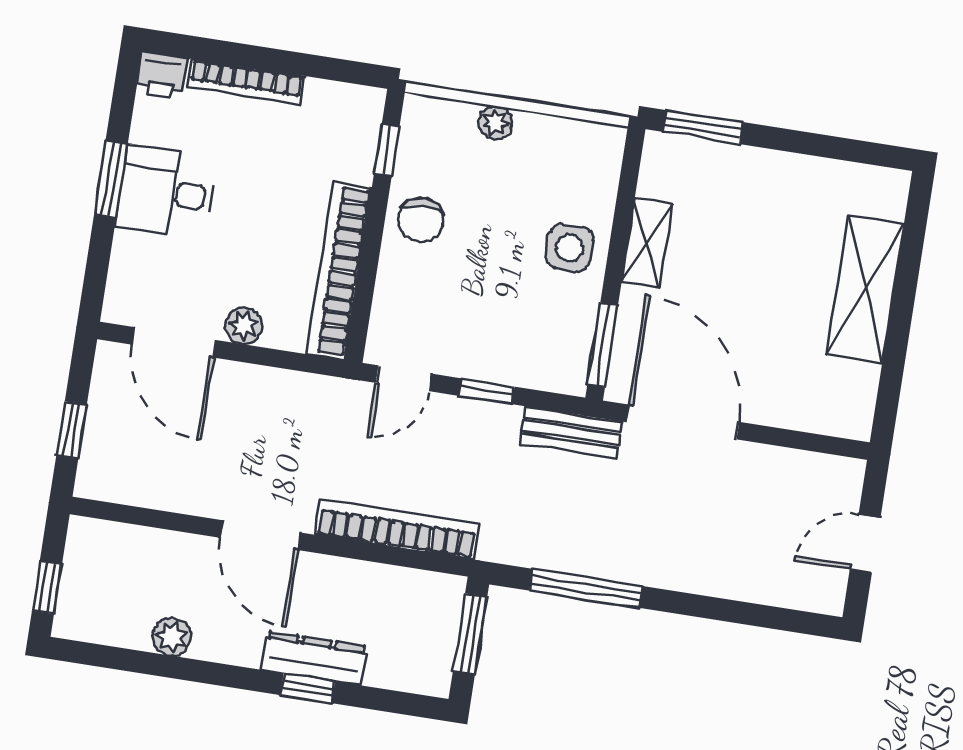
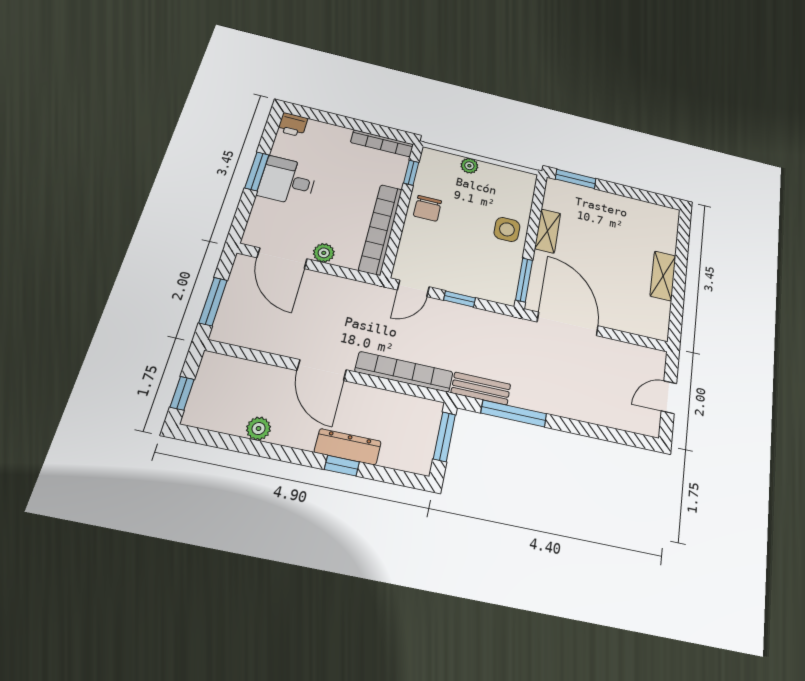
bookcase: (246, 82) -> (382, 143), moved
shelving: (865, 289) -> (663, 276), width x0.67, depth x0.75
window: (72, 430) -> (213, 301), width x1.50
bench: (571, 432) -> (481, 389), moved

